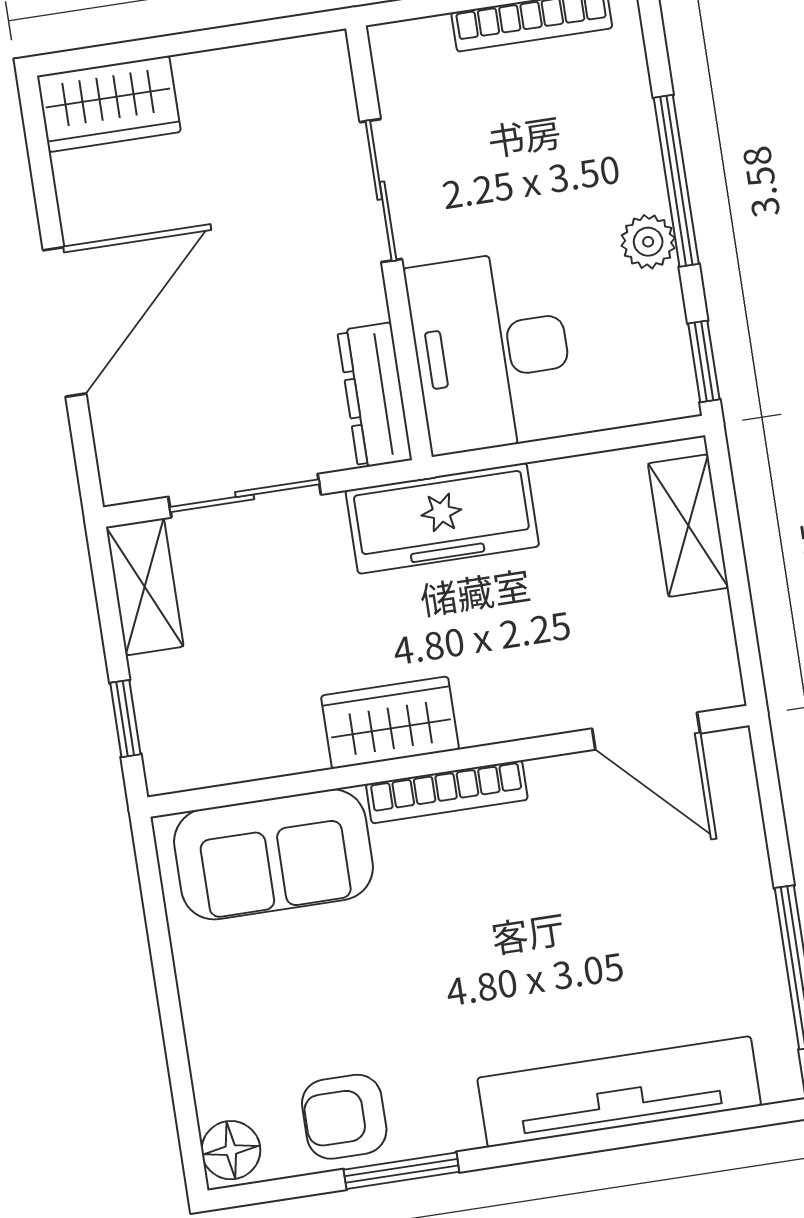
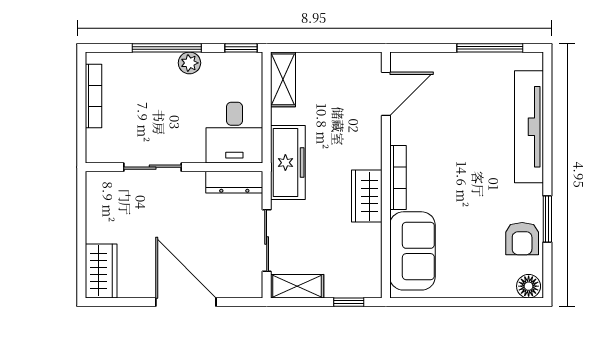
desk: (491, 352) -> (234, 133), width x0.73
shelving: (688, 526) -> (283, 79), moved, turned 90

